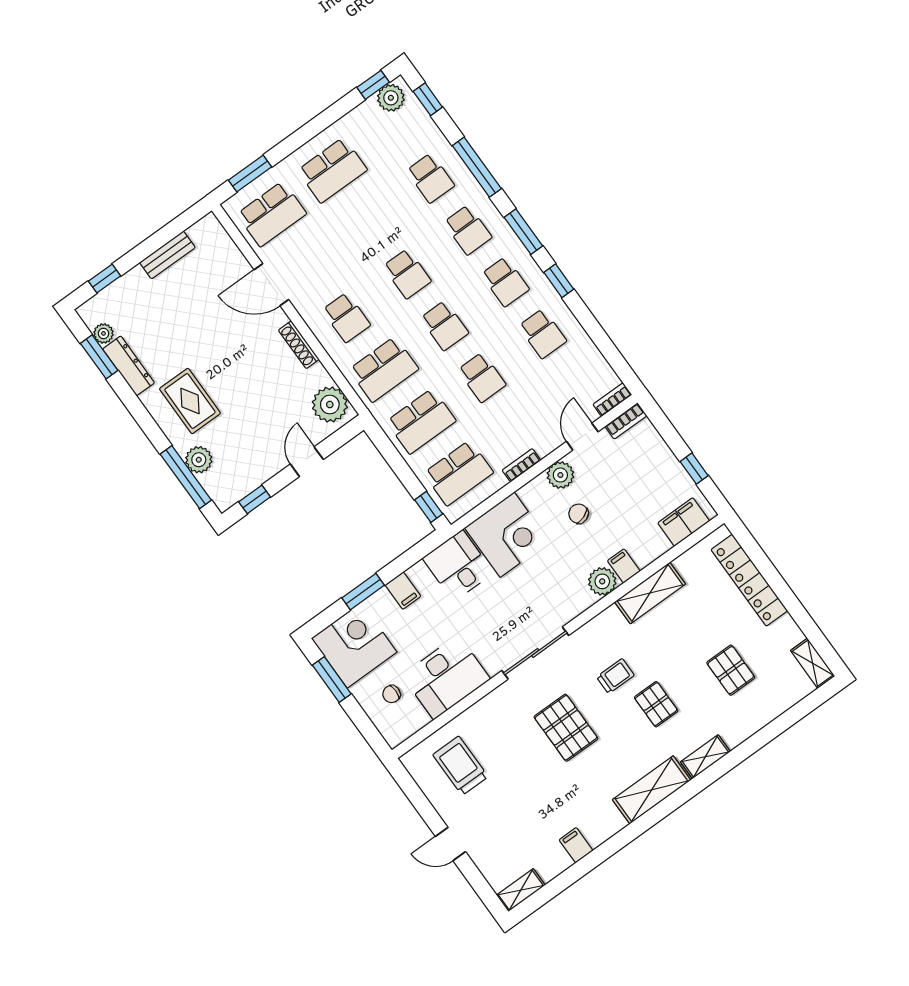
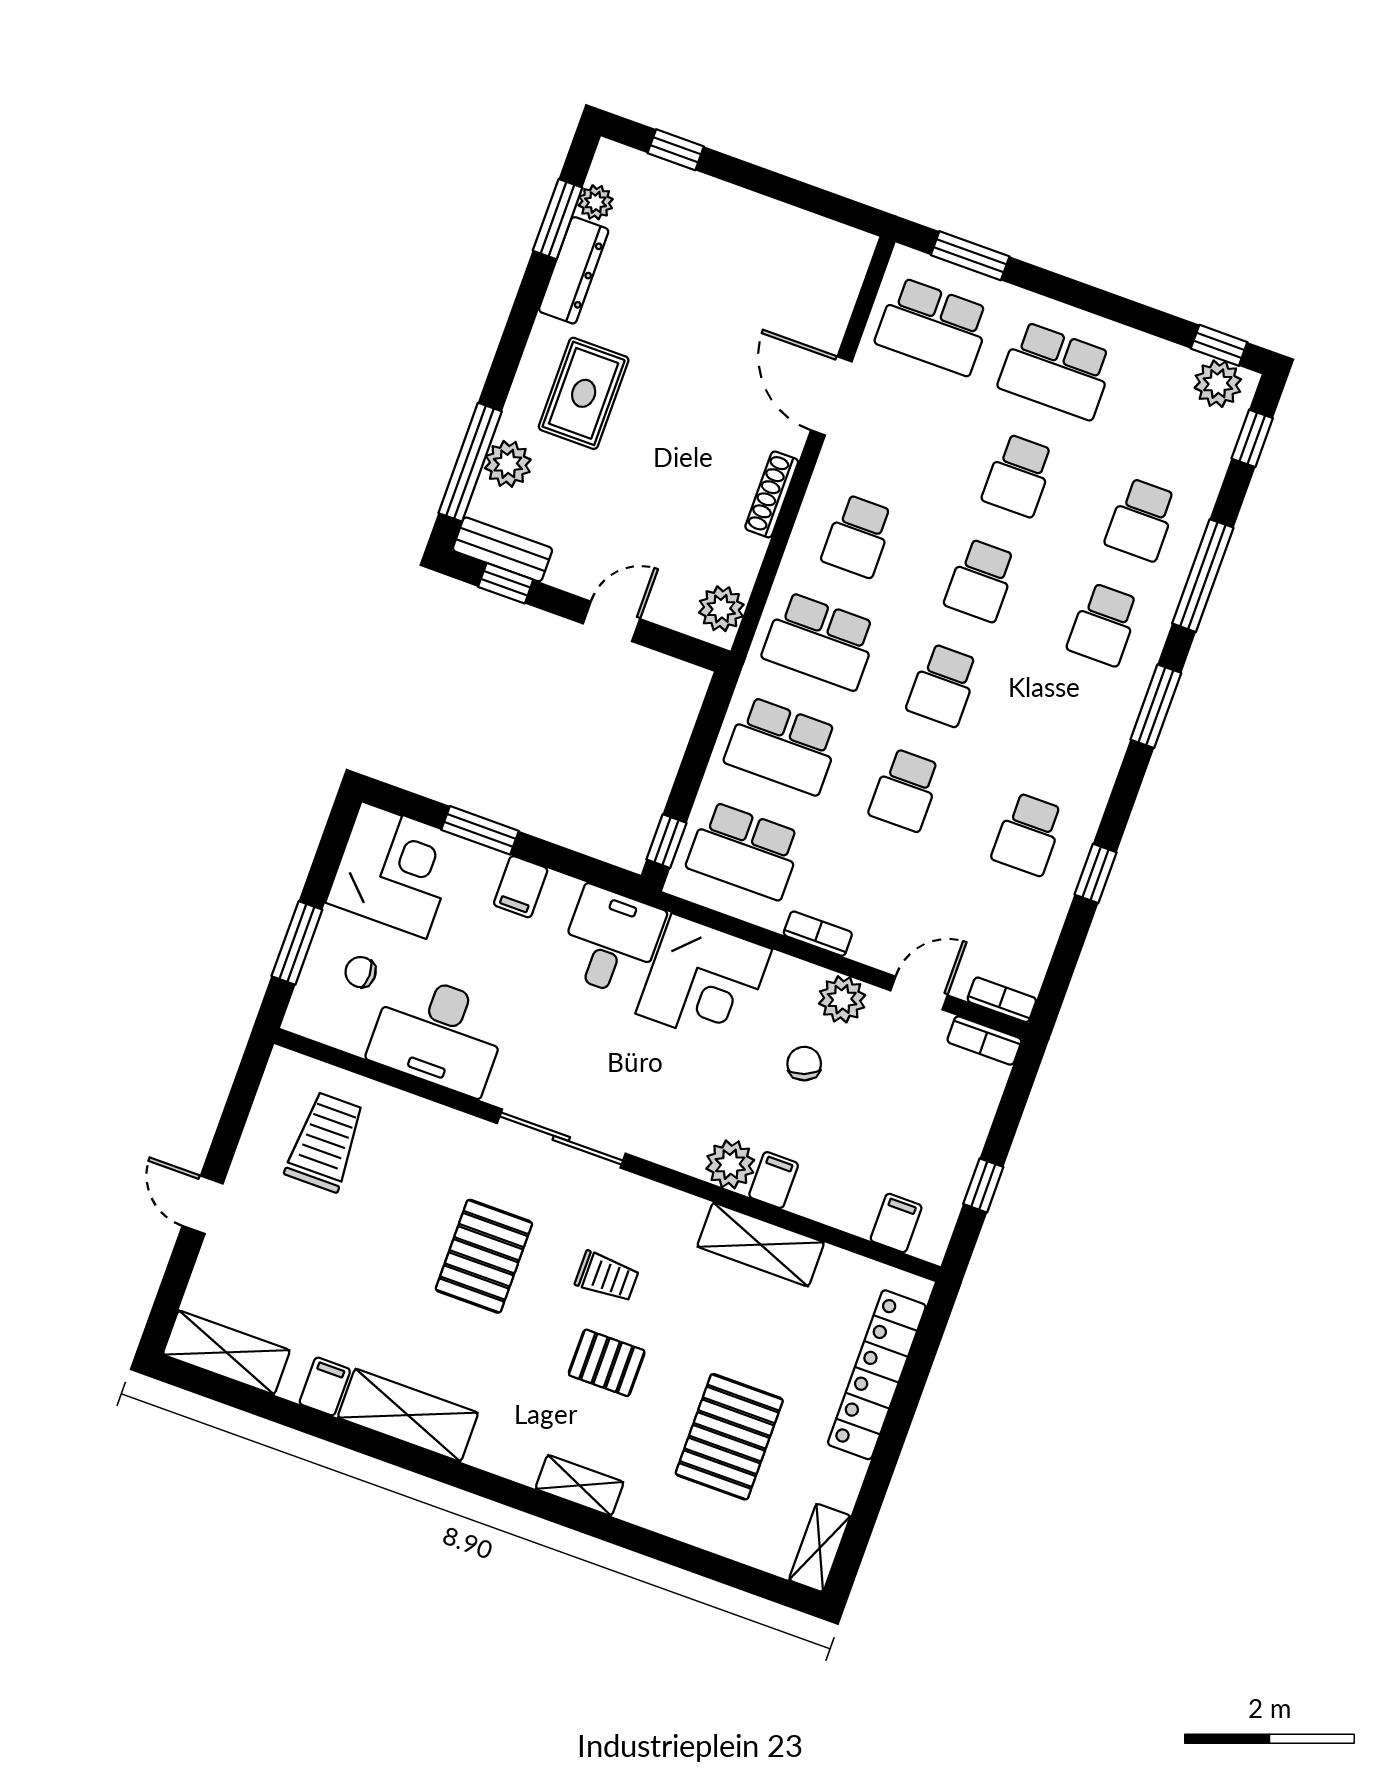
bench: (167, 255) -> (502, 549), moved
window: (559, 281) -> (1096, 873), moved
school desk: (505, 282) -> (1018, 476), moved
plant: (330, 405) -> (721, 609), width x0.73, depth x0.73
filing cabinet: (684, 522) -> (896, 1223), width x0.50
pallet: (731, 670) -> (729, 1437), width x1.50, depth x1.42
window: (332, 679) -> (297, 943), moved
pallet: (656, 704) -> (607, 1363), turned 90
shelving: (652, 790) -> (408, 1415), moved
shelving: (521, 890) -> (226, 1352), width x1.50, depth x1.33

